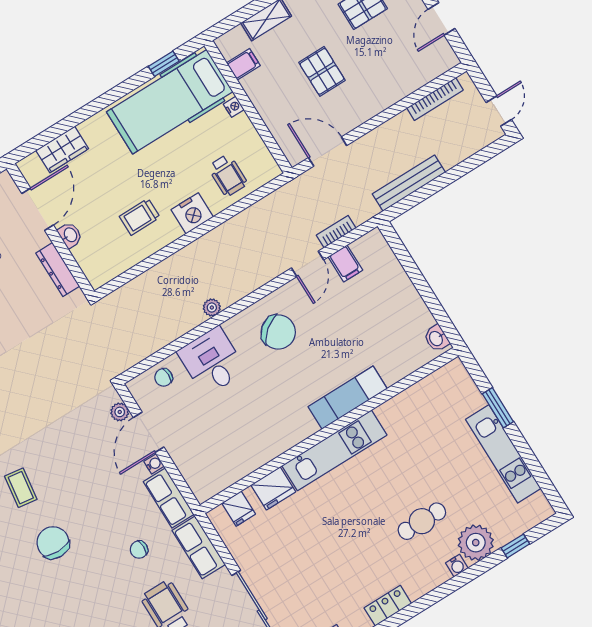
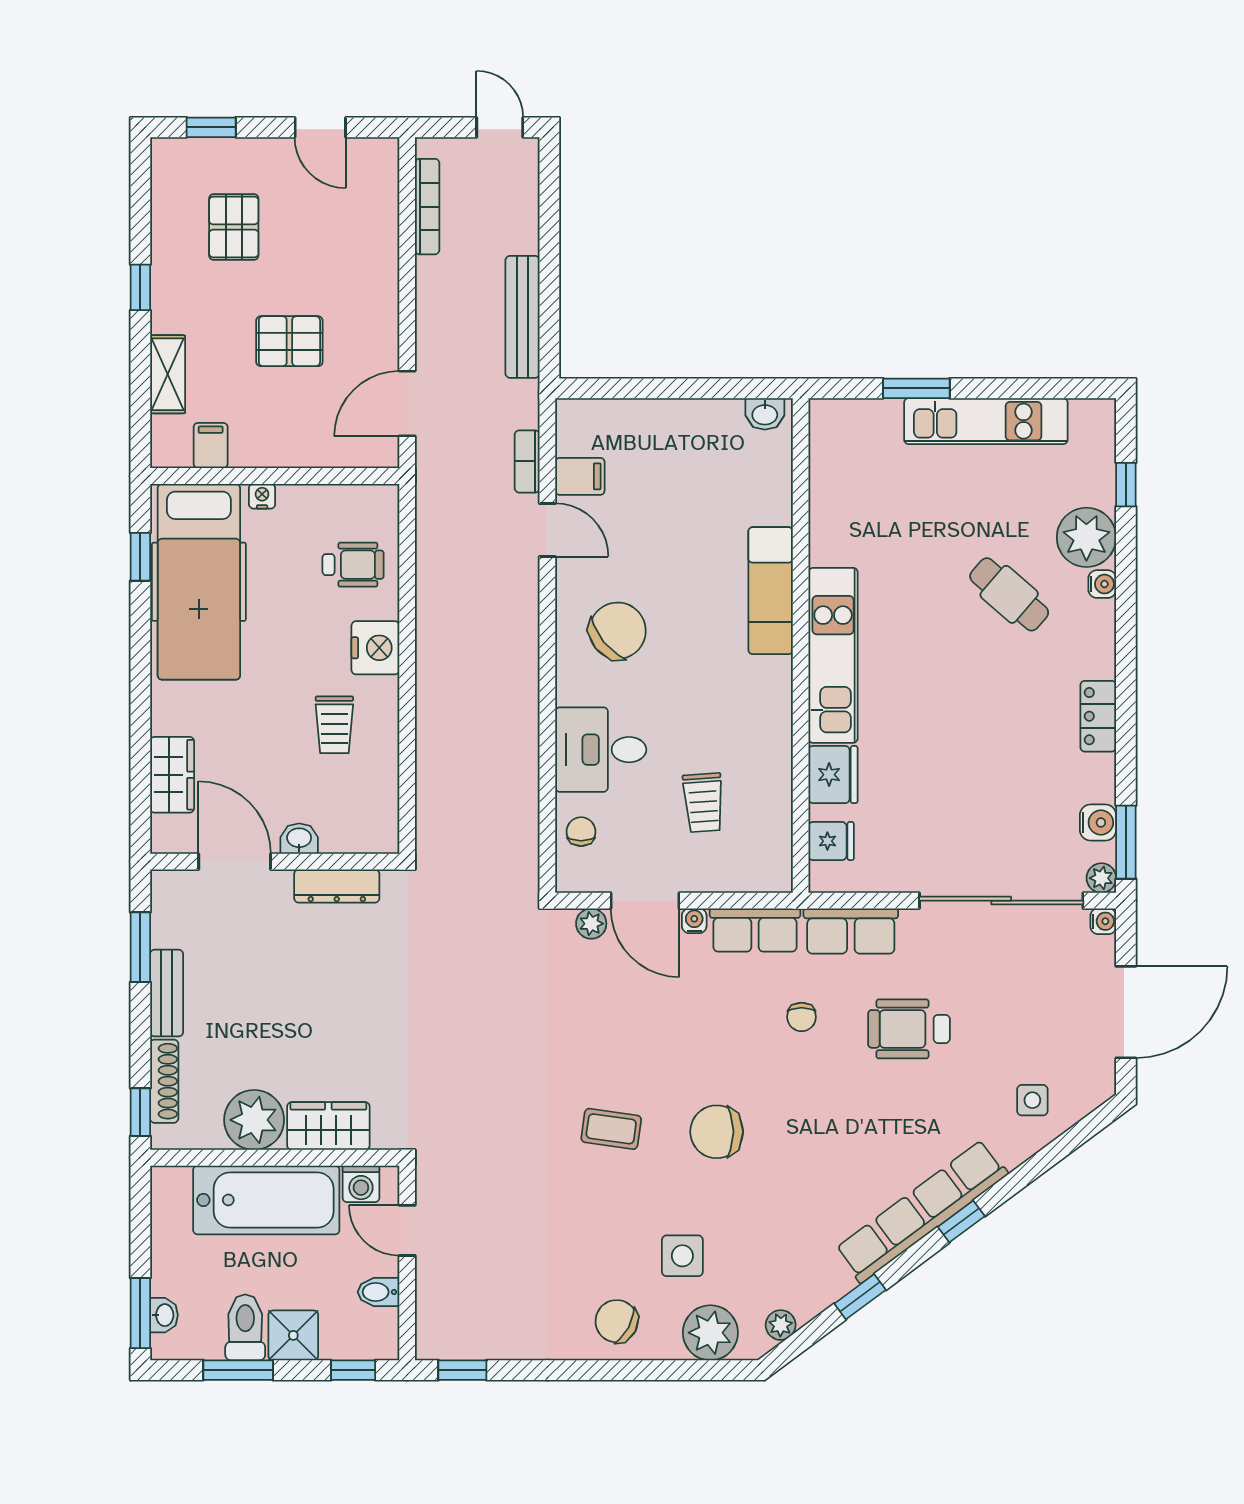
plant: (212, 308) -> (525, 703), removed
chair: (164, 377) -> (581, 832), turned 180
trolley: (217, 431) -> (703, 803), added
cafe table: (422, 521) -> (1009, 594), turned -49

